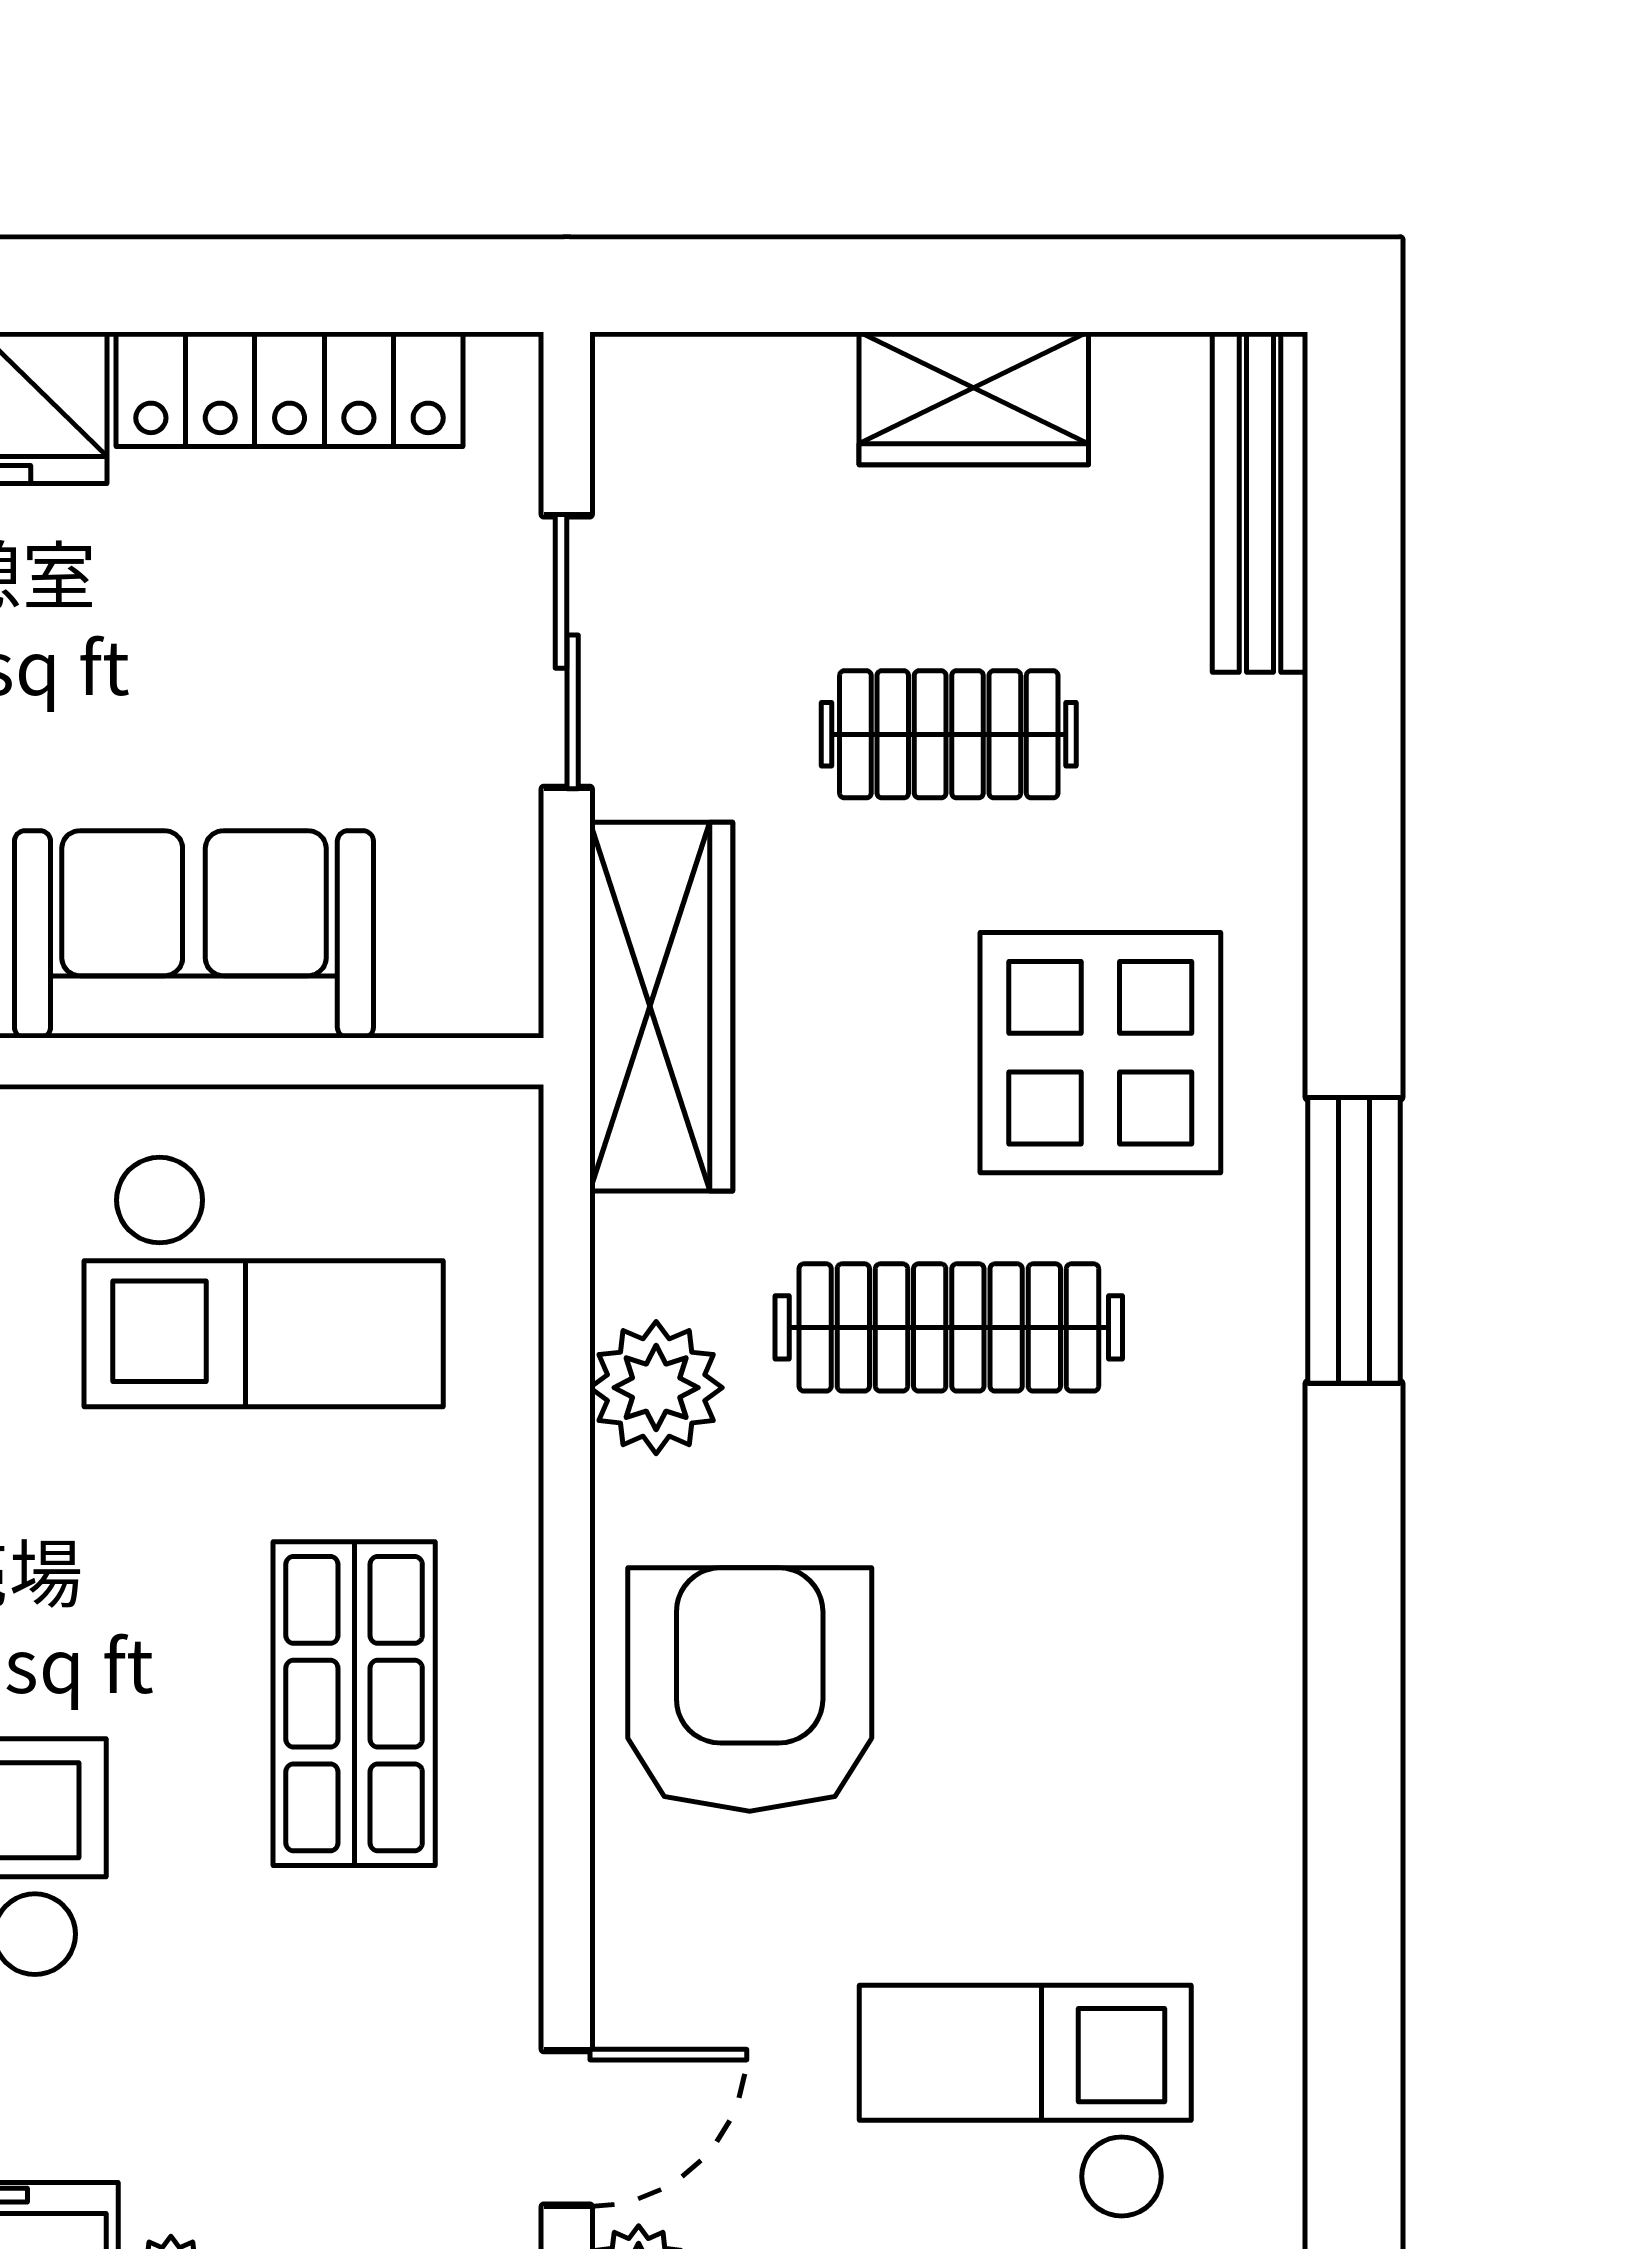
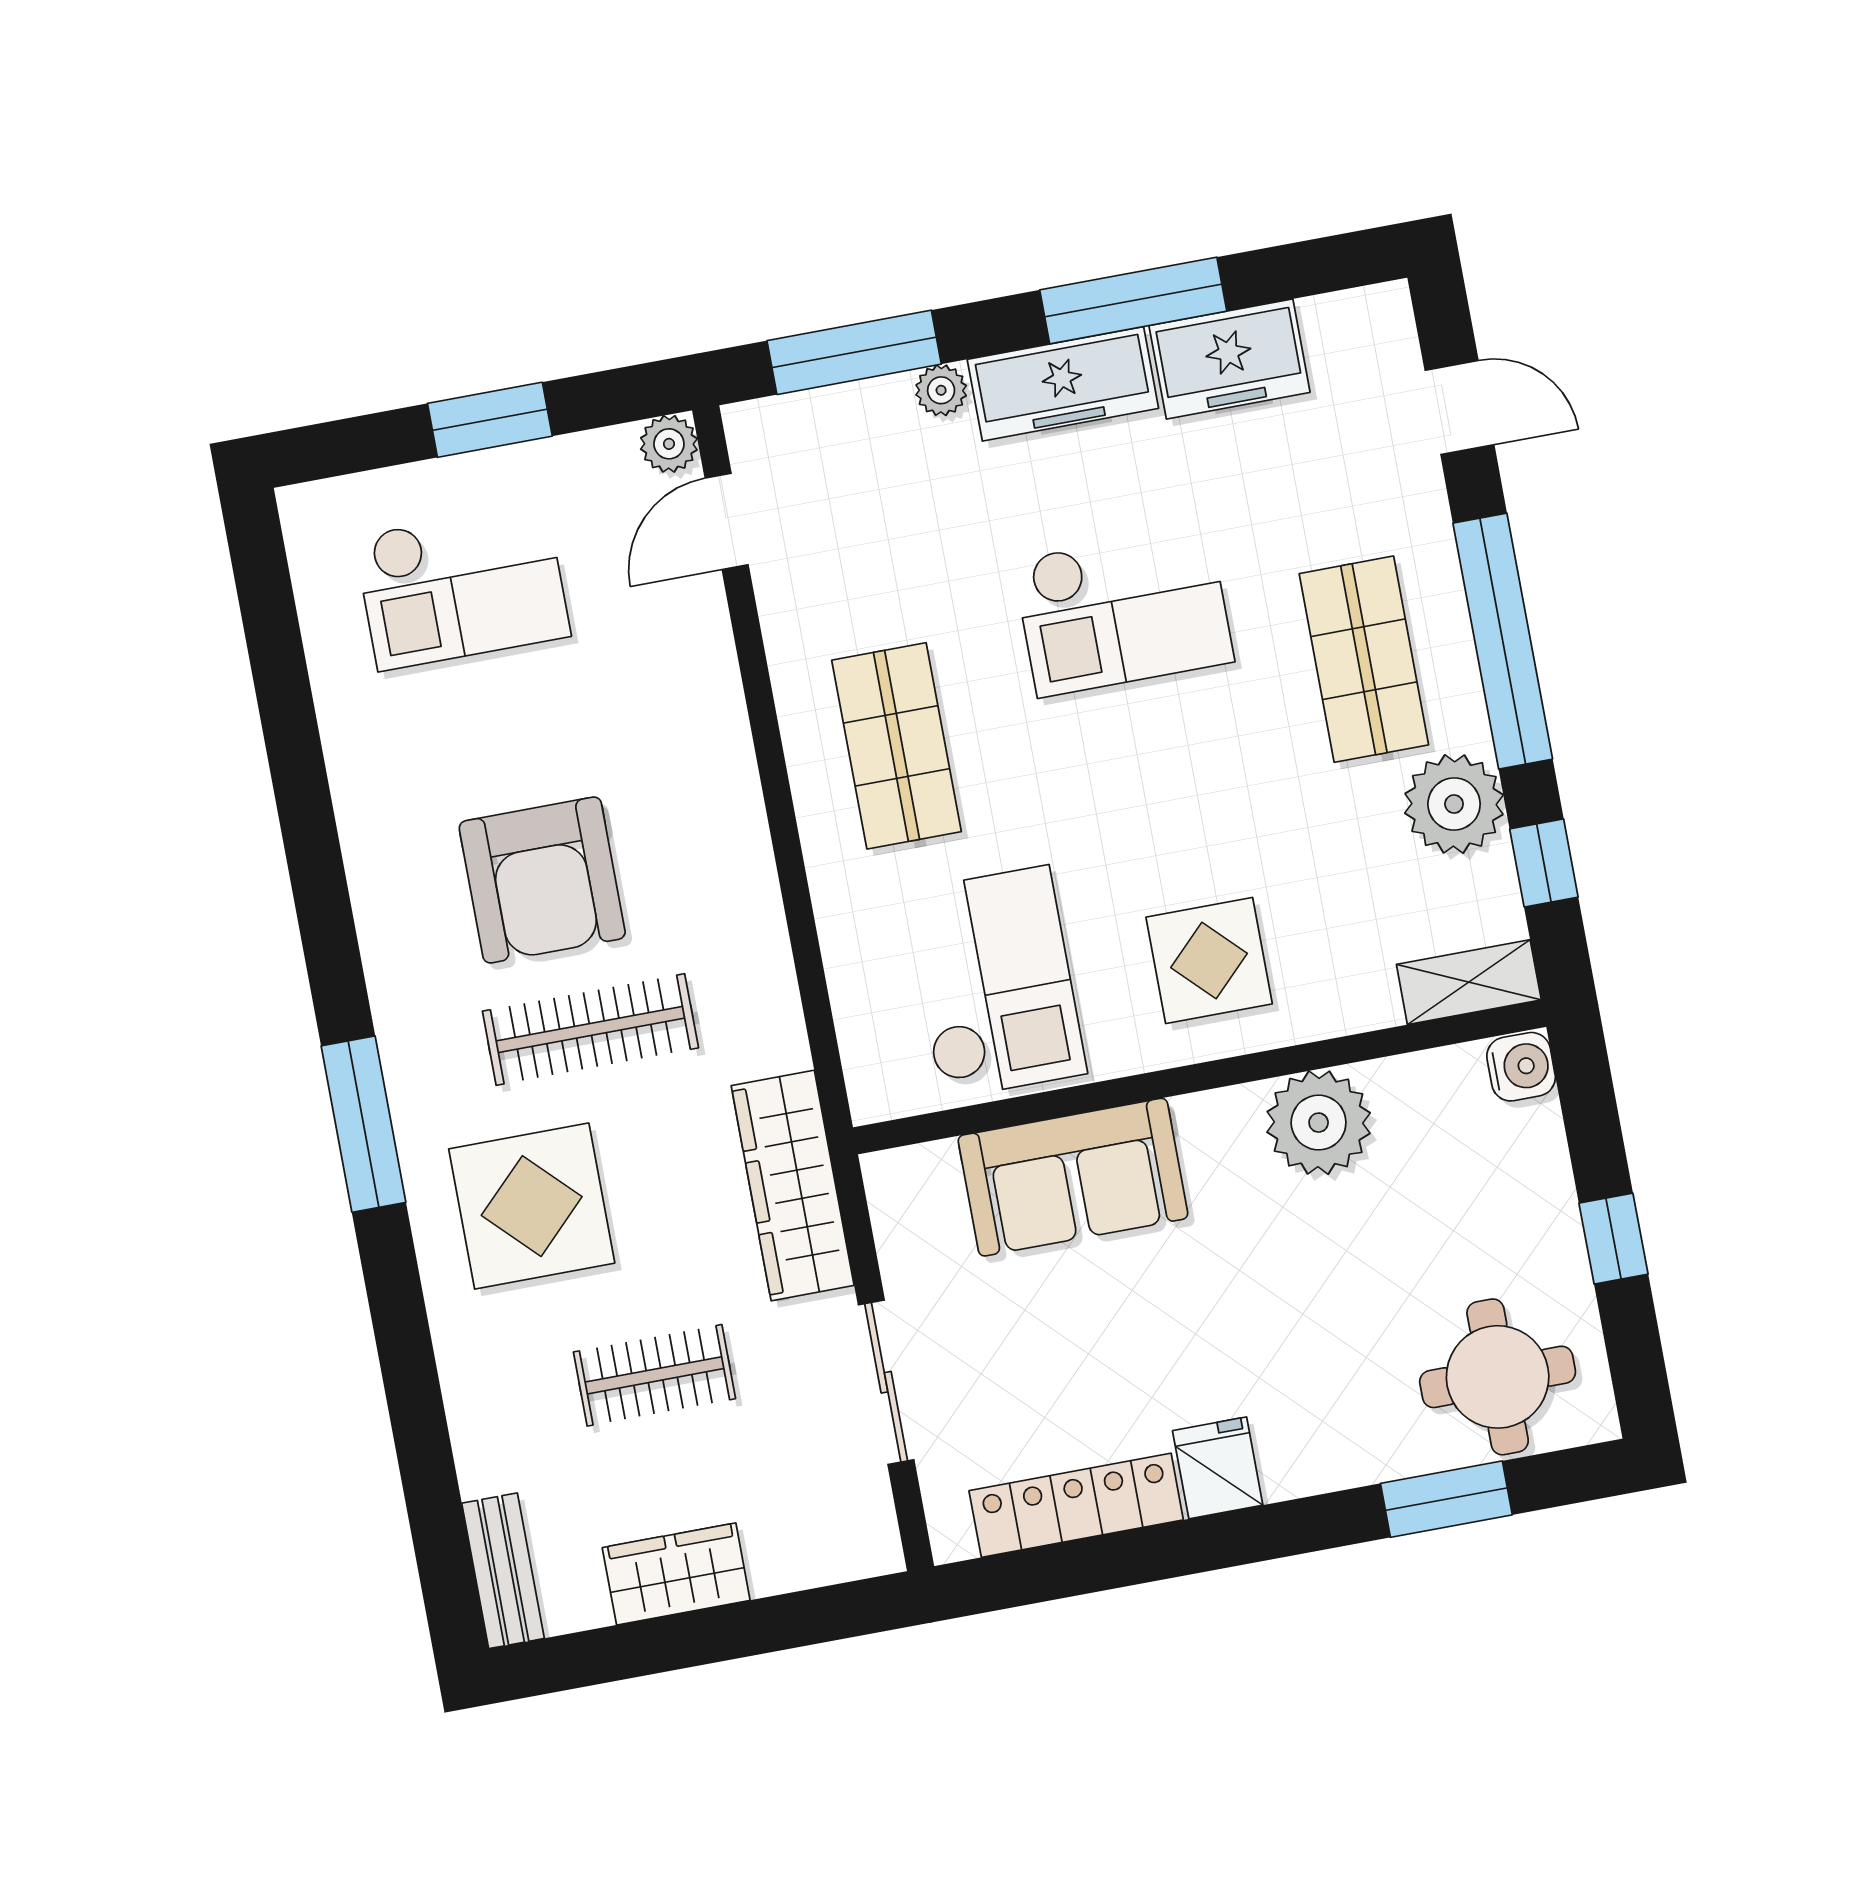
bench: (1260, 502) -> (503, 1571), width x0.73
checkout: (264, 1281) -> (995, 983), turned 90
plant: (656, 1388) -> (755, 963), removed
armchair: (750, 1690) -> (542, 880), moved

